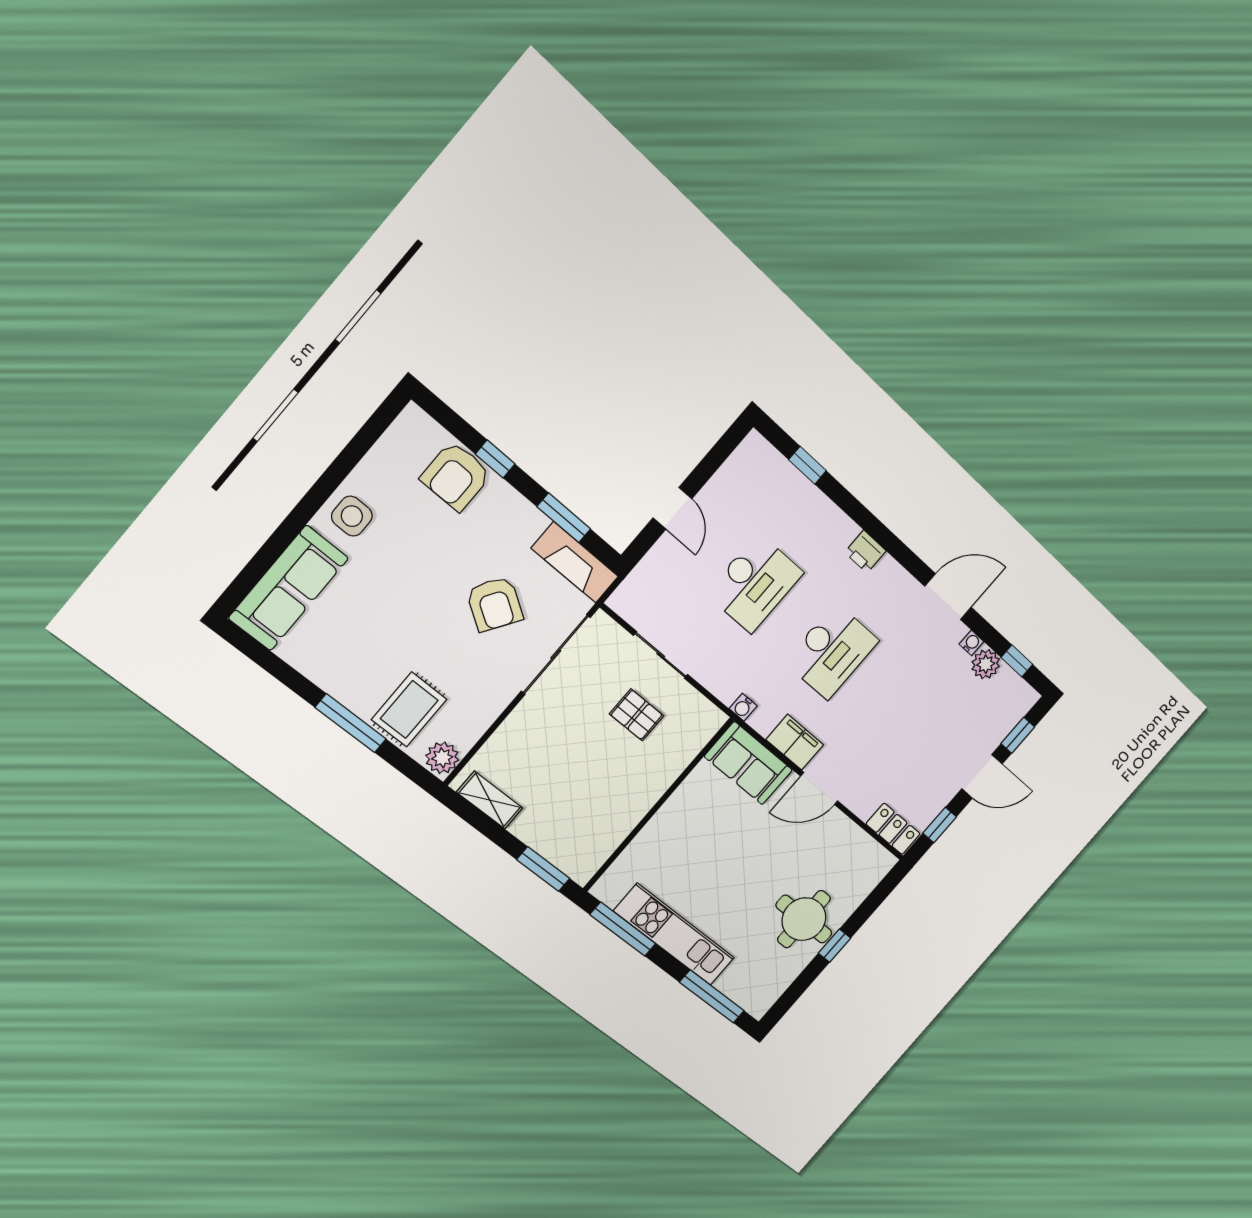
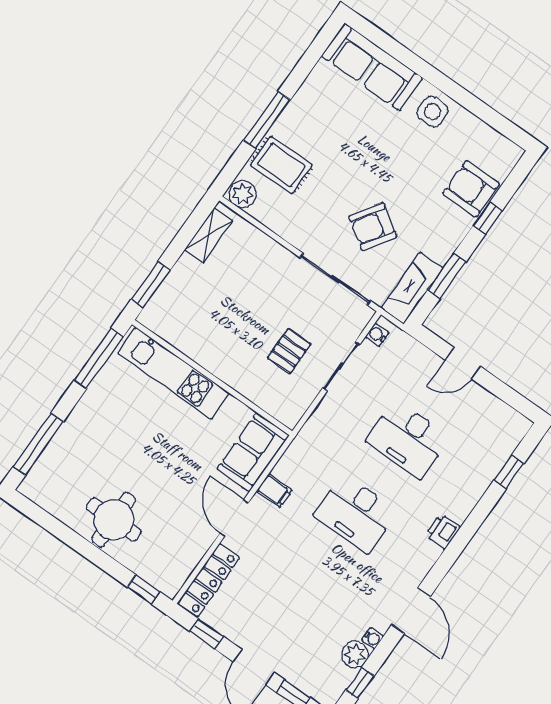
water cooler: (743, 707) -> (377, 335), moved
filing cabinet: (795, 742) -> (274, 491), width x0.50
locker: (893, 829) -> (209, 580), width x1.53
kitchen unit: (674, 935) -> (174, 373), moved, turned 90
window: (835, 946) -> (144, 589), moved

